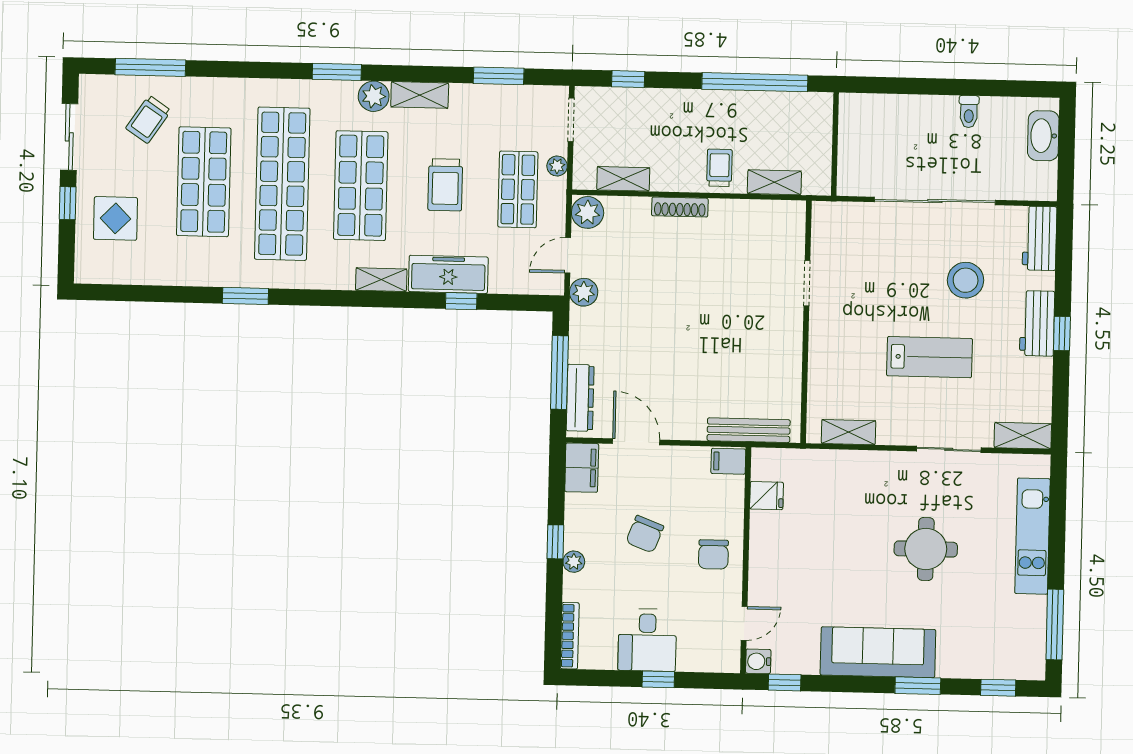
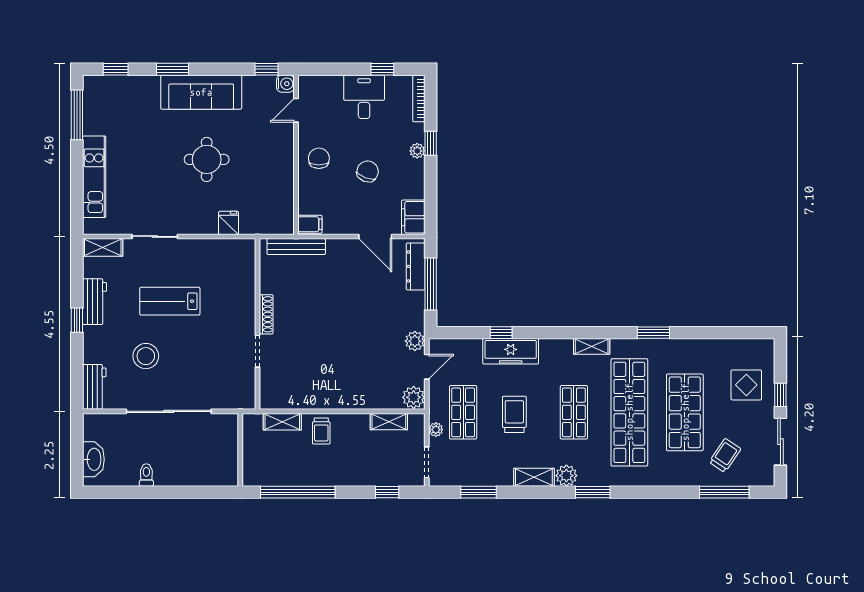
shop shelf: (361, 186) -> (574, 412), width x0.70, depth x0.74
shoe rack: (680, 207) -> (266, 314), moved, turned 90
shelving: (381, 280) -> (592, 346), moved
workbench: (1037, 323) -> (95, 302), moved
shelving: (849, 432) -> (226, 247), removed
fridge: (767, 496) -> (229, 223), moved, turned 90
window: (555, 542) -> (431, 143), moved
round table: (926, 549) -> (207, 159), moved
window: (658, 679) -> (382, 69), moved

